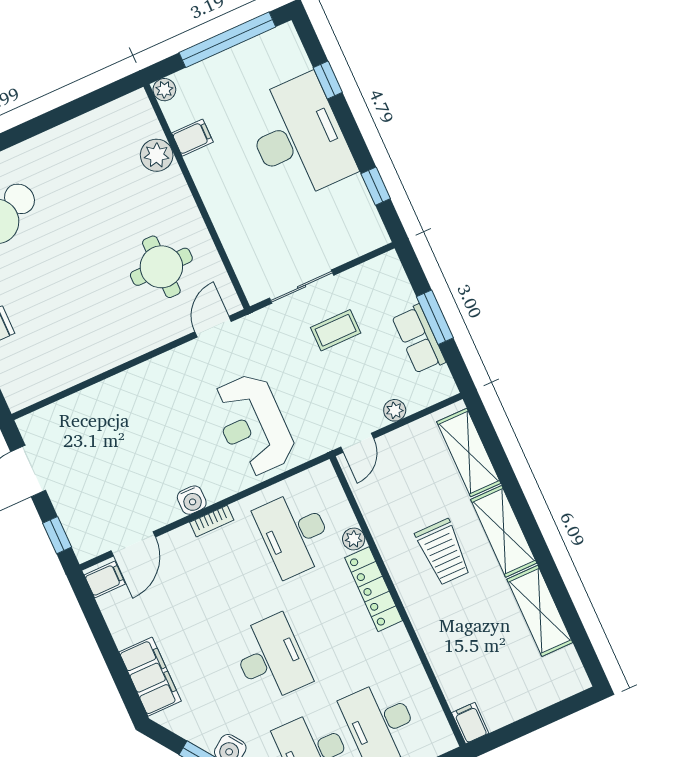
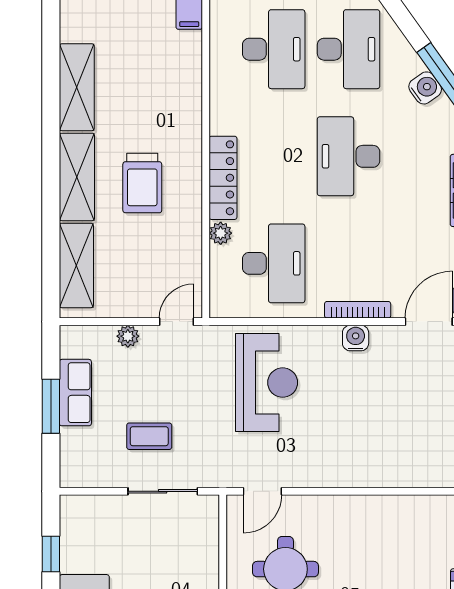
bookcase: (212, 521) -> (358, 310), width x1.56
trolley: (443, 552) -> (142, 183), turned 180

